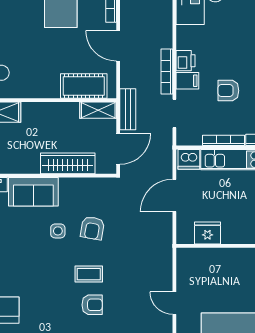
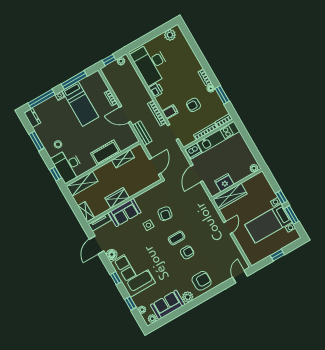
printer: (185, 61) -> (156, 90), moved
cot: (84, 86) -> (106, 153), moved
bench: (128, 109) -> (142, 133), moved
shelving: (98, 110) -> (123, 159), moved
wardrobe: (68, 163) -> (117, 198), moved, width x0.67
wardrobe: (204, 258) -> (230, 196), added
door: (174, 303) -> (228, 228), swing flipped

